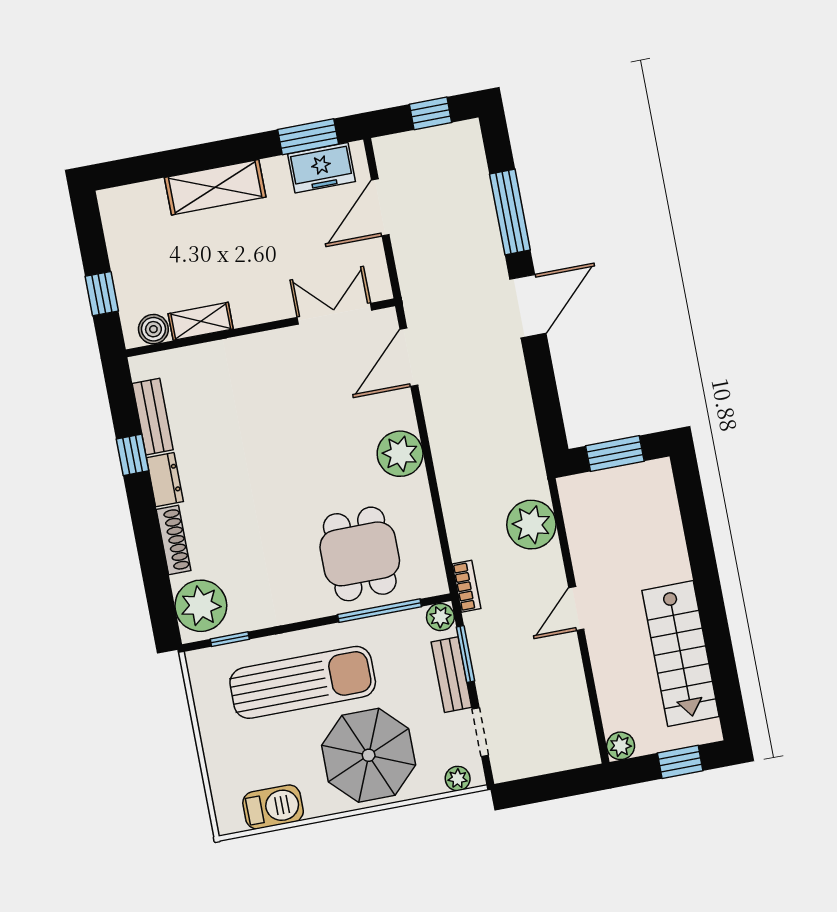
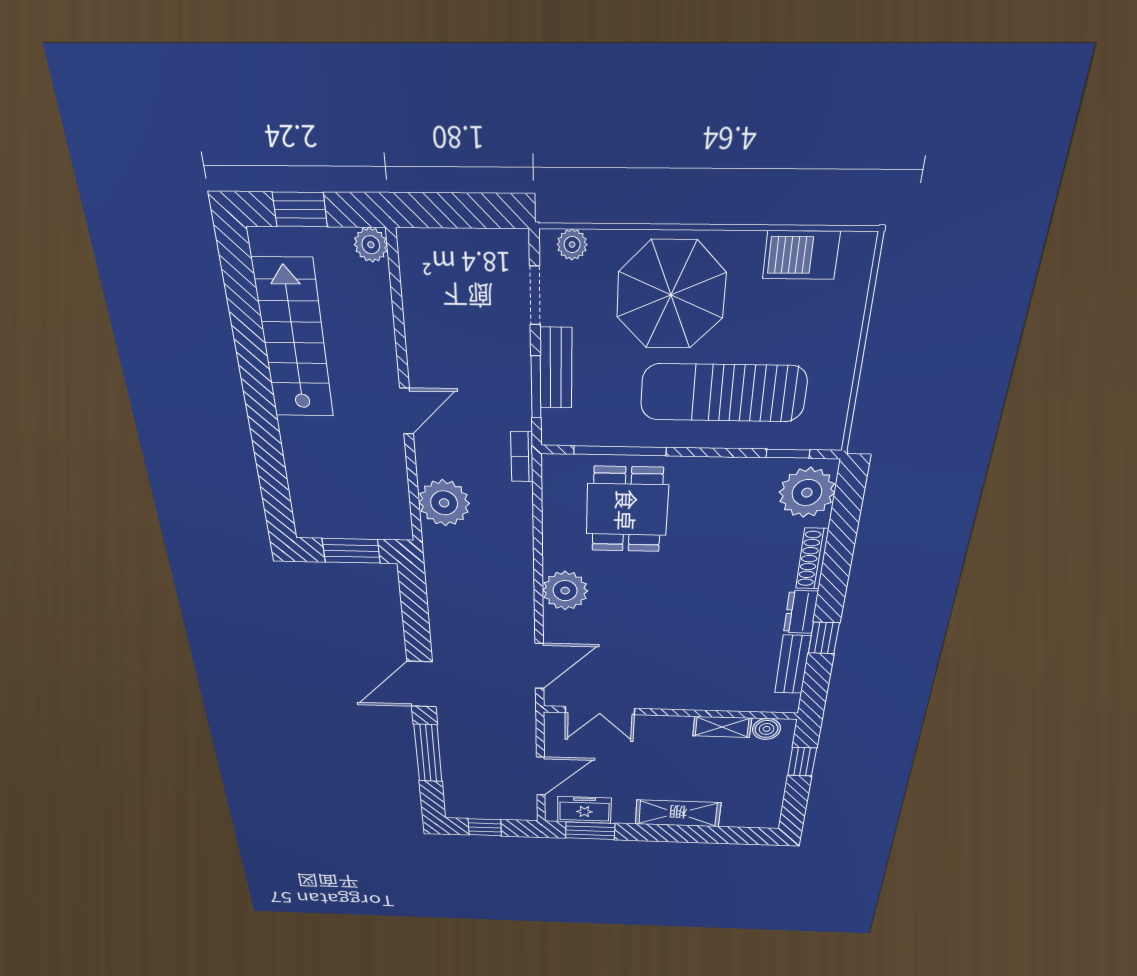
plant: (440, 617) -> (556, 431), removed

